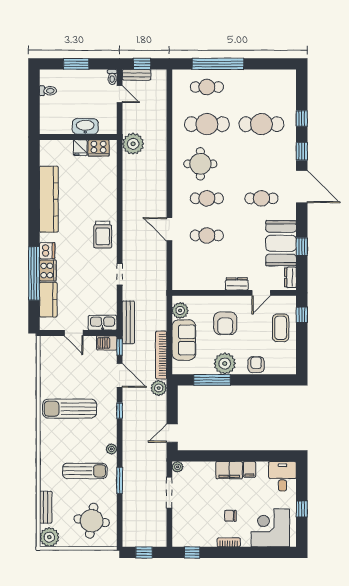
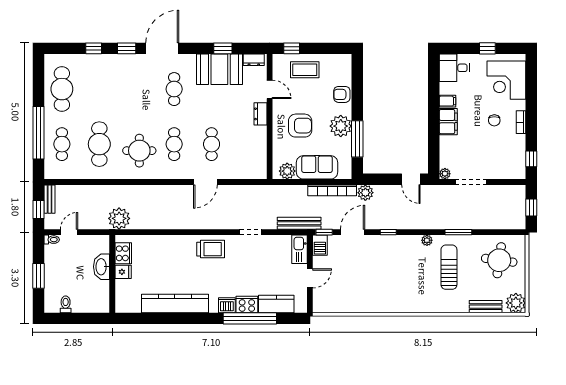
bench: (137, 75) -> (50, 199), moved
cafe table: (261, 124) -> (62, 89), moved
sun lounger: (70, 409) -> (386, 283), removed

